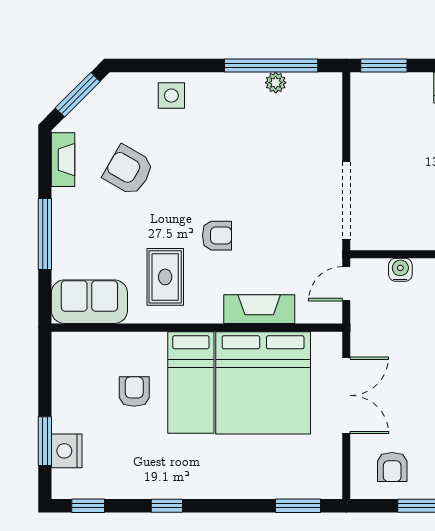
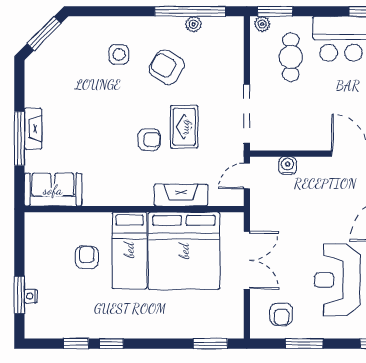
plant: (367, 82) -> (262, 24), added
side table: (171, 96) -> (119, 54), moved
cafe table: (405, 126) -> (291, 57), added
fireplace: (63, 160) -> (33, 129), moved
armchair: (128, 170) -> (167, 67), moved
rug: (165, 277) -> (184, 127), moved
nightstand: (67, 451) -> (31, 296), width x0.53, depth x0.56
window: (88, 506) -> (76, 344), moved

